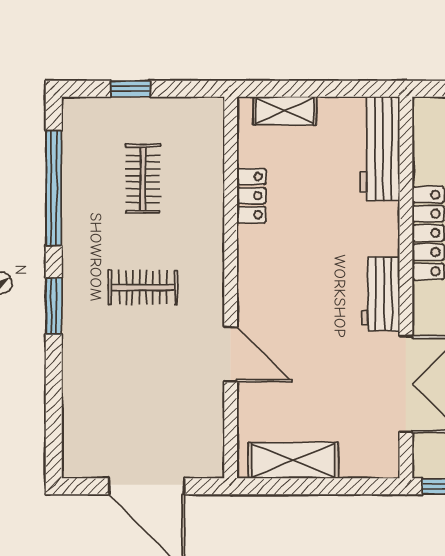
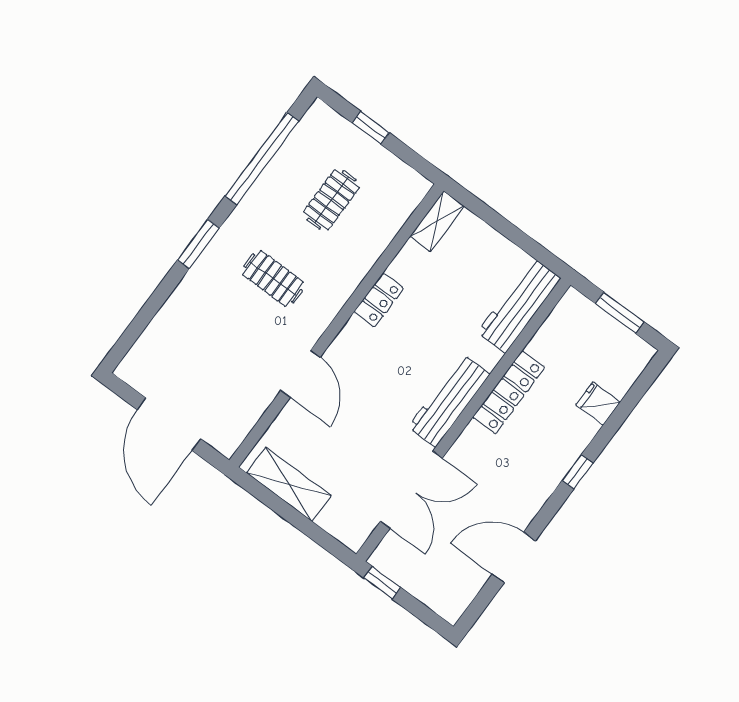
shelving: (285, 111) -> (437, 221), moved, turned 90
locker: (251, 196) -> (379, 300), moved
workbench: (381, 294) -> (449, 401), width x1.38

